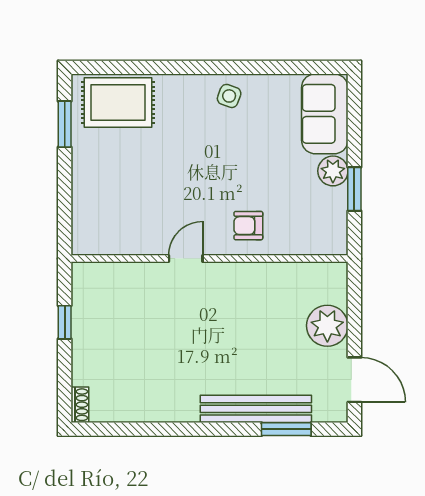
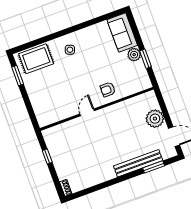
side table: (229, 96) -> (70, 50), moved

